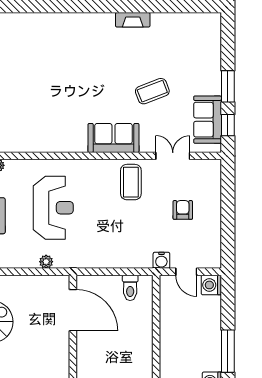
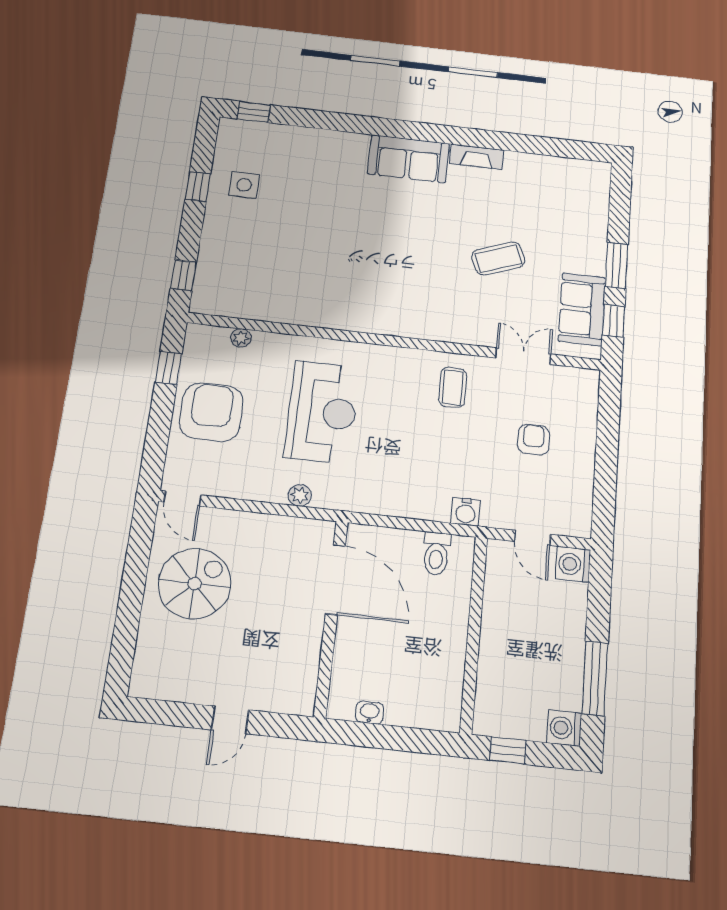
sofa: (113, 138) -> (408, 159), moved, turned 180
coffee table: (131, 182) -> (453, 387), width x0.73, depth x0.77
water cooler: (161, 260) -> (465, 512), moved

